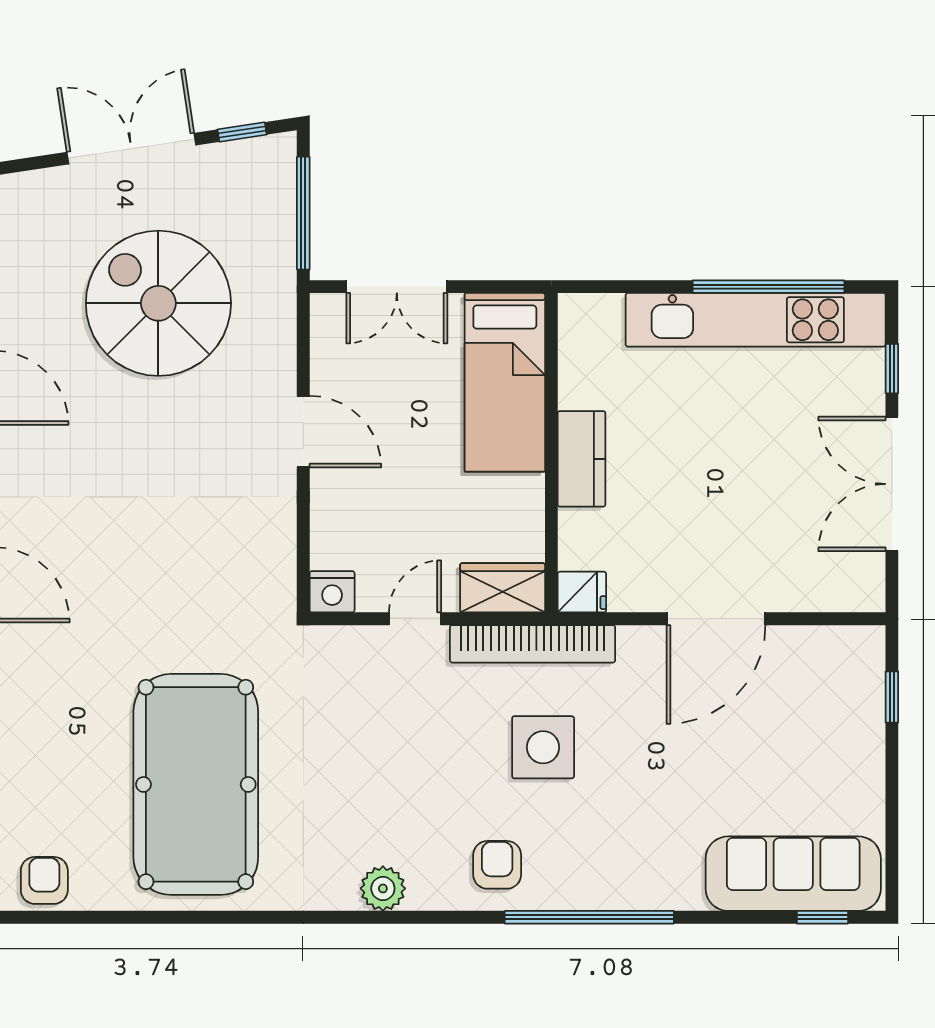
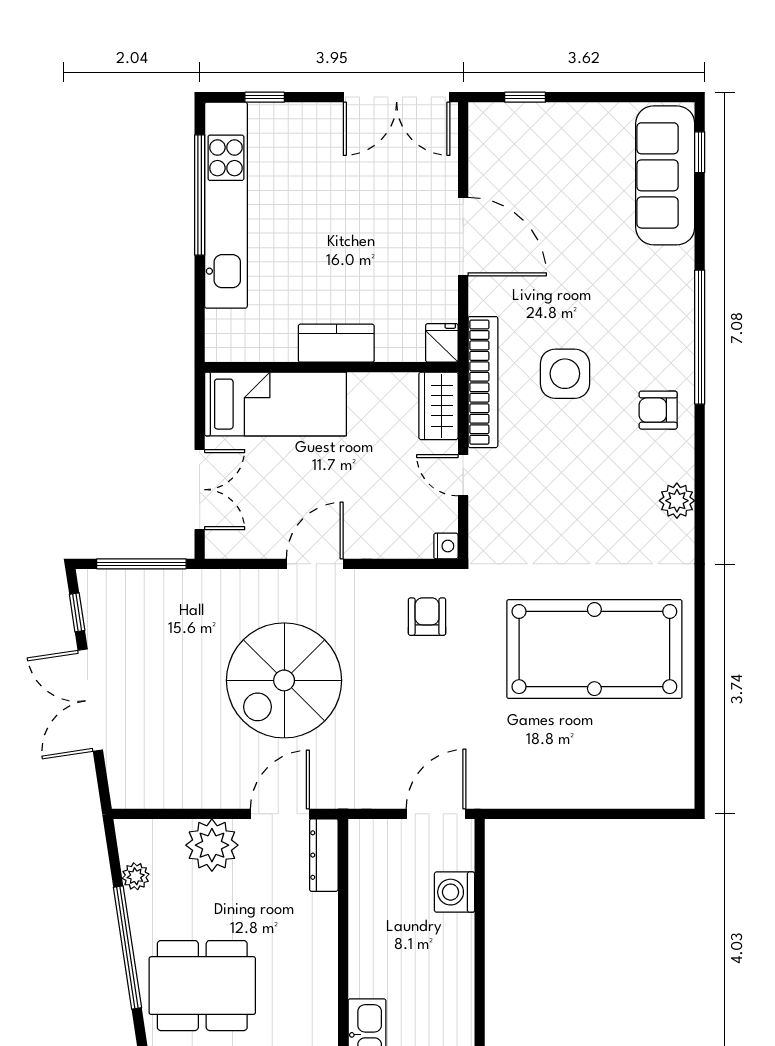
spiral stairs: (158, 303) -> (284, 680), moved
double door: (892, 484) -> (397, 97), moved
nightstand: (332, 592) -> (446, 546), width x0.72, depth x0.74
armchair: (44, 880) -> (427, 617), moved, turned 90

